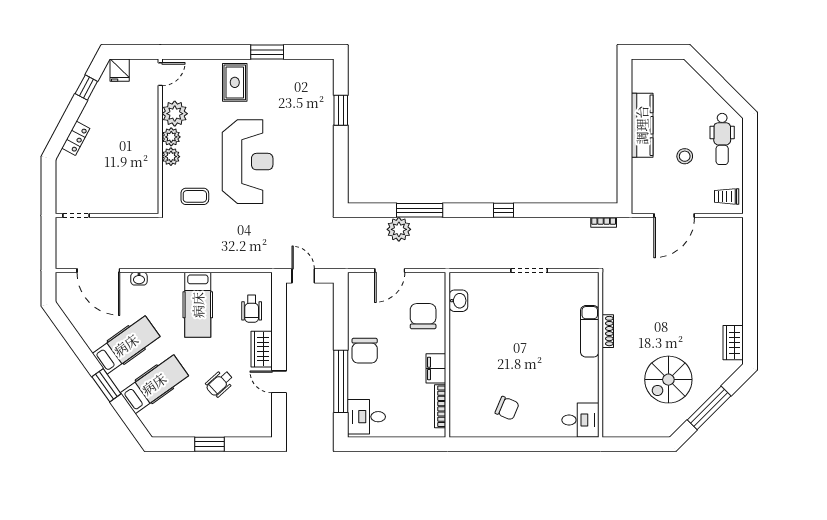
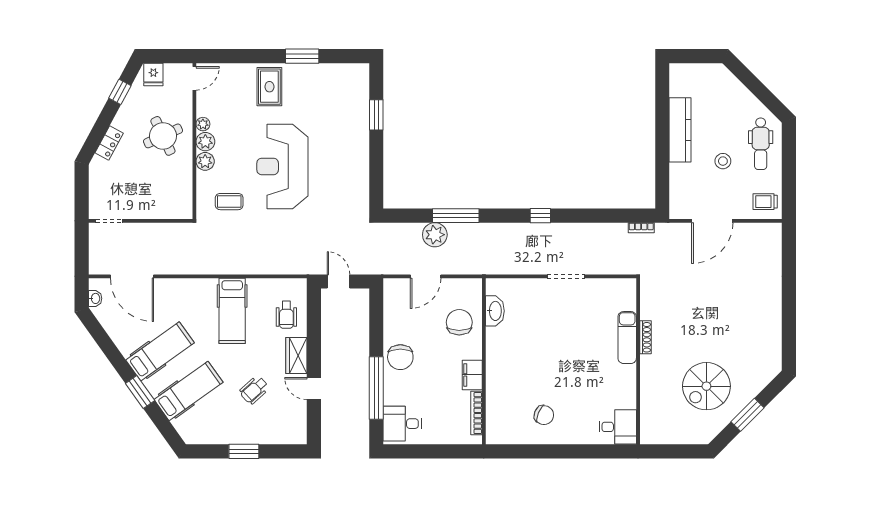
plant: (175, 114) -> (203, 124), width x0.53, depth x0.53
round table: (129, 131) -> (163, 136), added
reception desk: (248, 162) -> (282, 166), turned 180
washbasin: (139, 279) -> (95, 298), moved, turned -90
washbasin: (458, 301) -> (495, 311), width x1.38
wardrobe: (733, 343) -> (772, 349), removed
window: (709, 408) -> (747, 415), width x0.69

